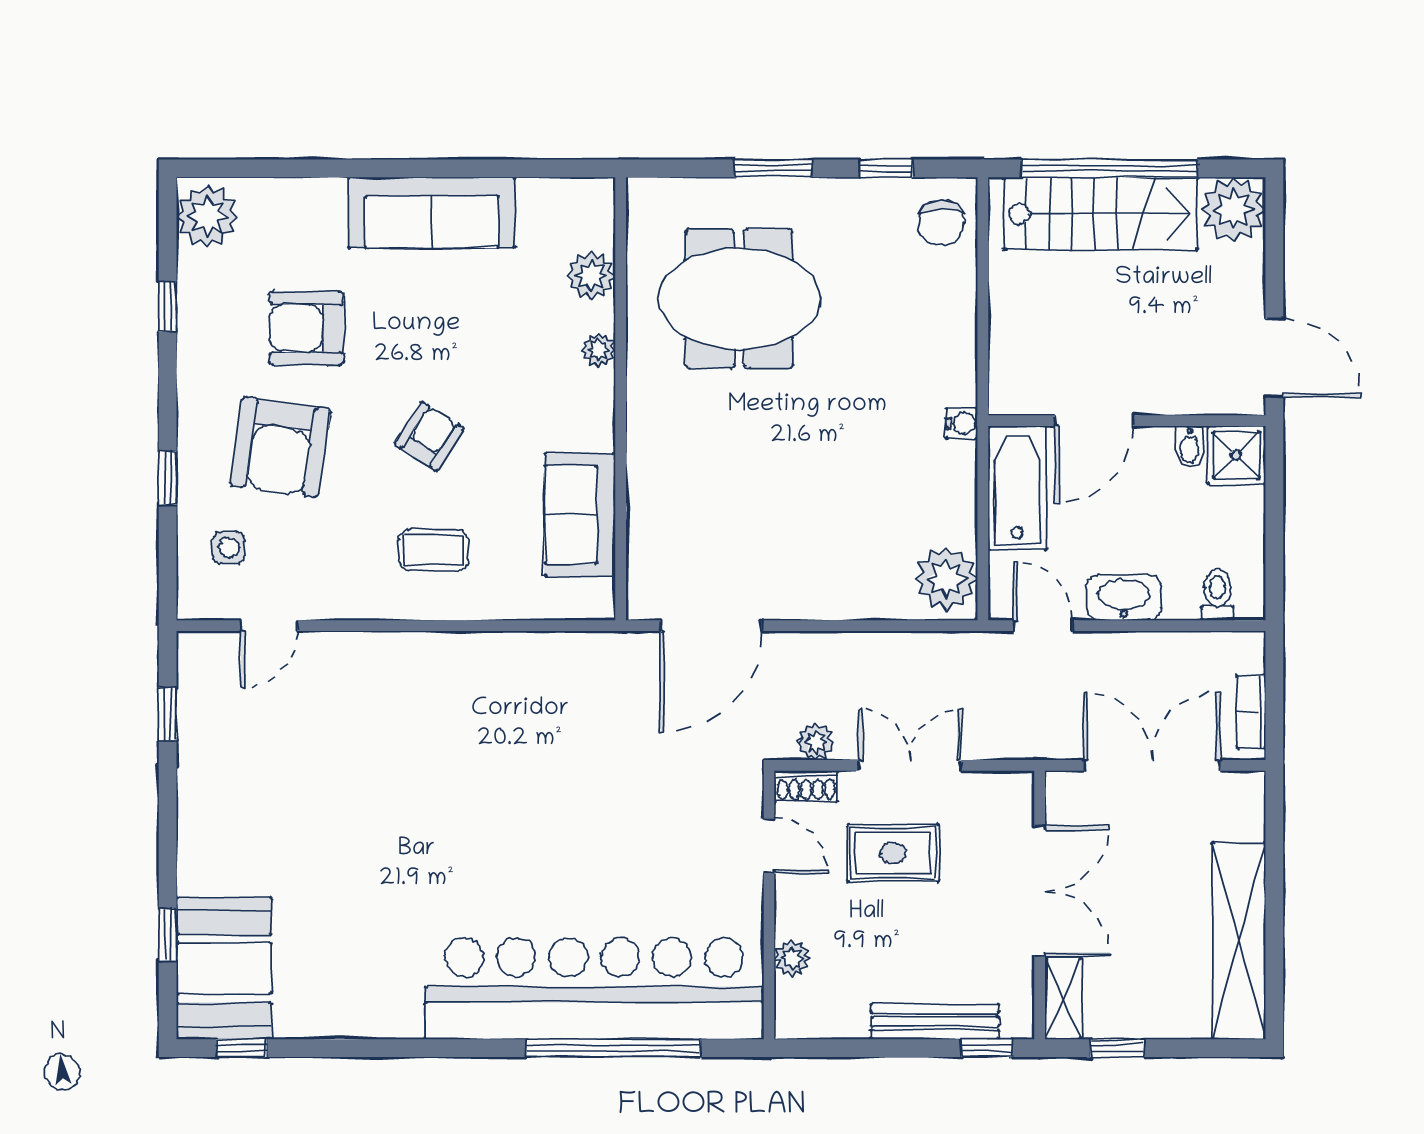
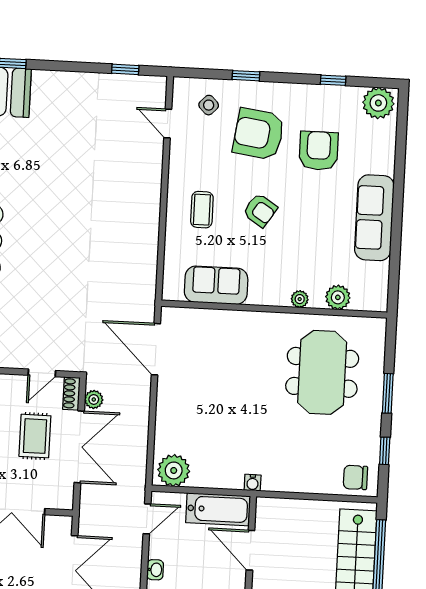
side table: (229, 548) -> (209, 105), turned 45
washbasin: (1124, 598) -> (155, 570), width x0.52, depth x0.69
double door: (910, 765) -> (79, 447), width x1.37

